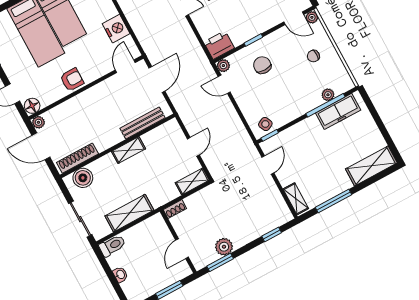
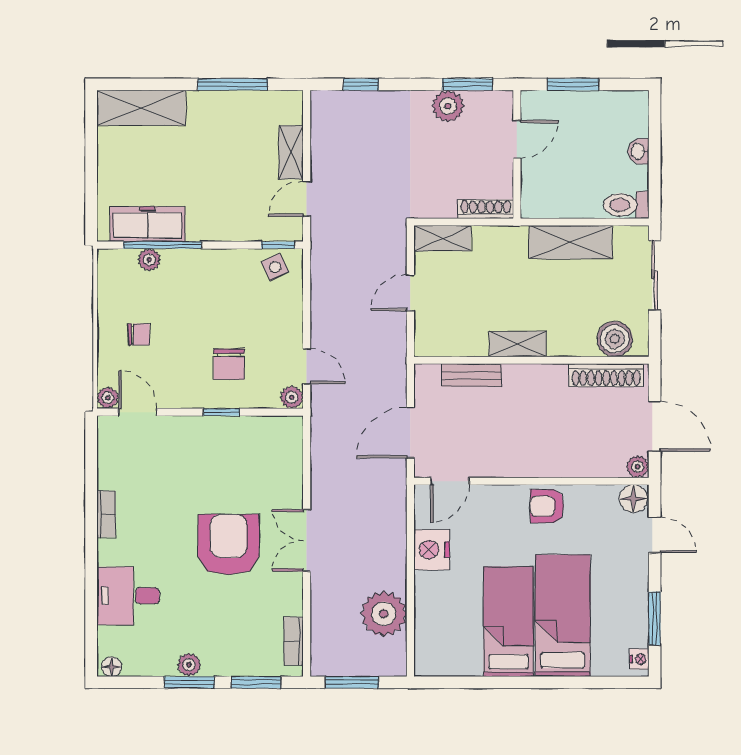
printer: (219, 45) -> (281, 434), removed
bench: (142, 123) -> (471, 375), width x0.73
shelving: (296, 199) -> (291, 152), moved
shoe rack: (175, 209) -> (486, 209), width x1.43

